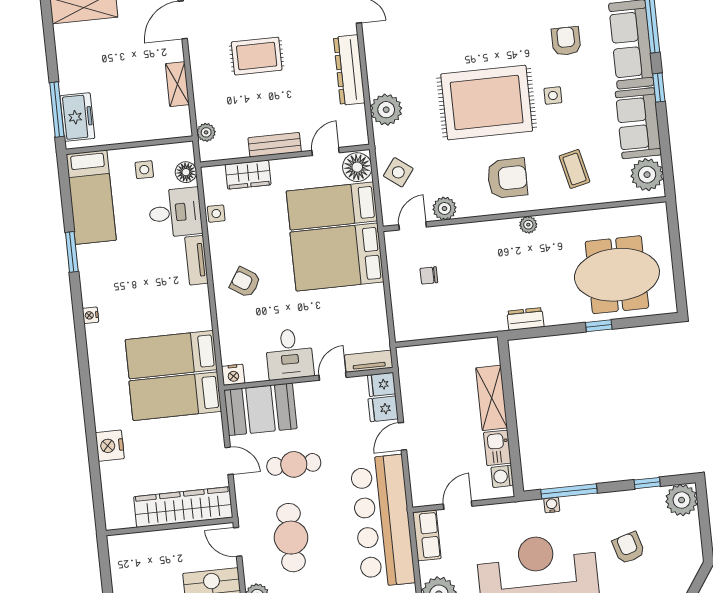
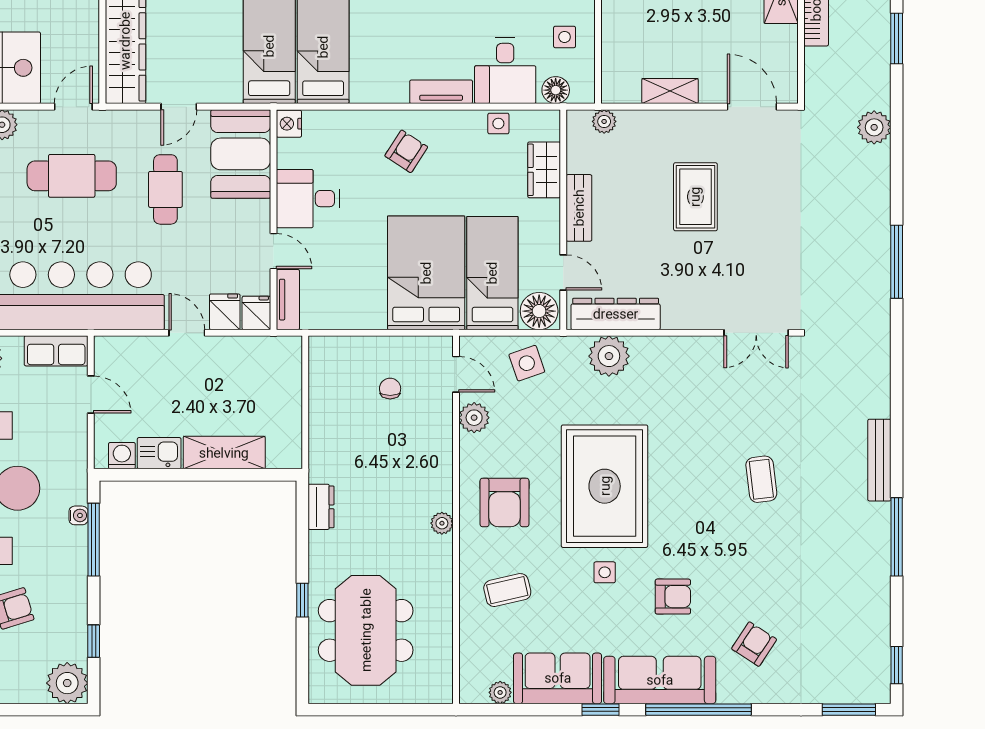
dresser: (349, 70) -> (616, 314), moved
side table: (398, 172) -> (527, 363), turned 34
plant: (647, 175) -> (500, 692), width x0.53, depth x0.53

